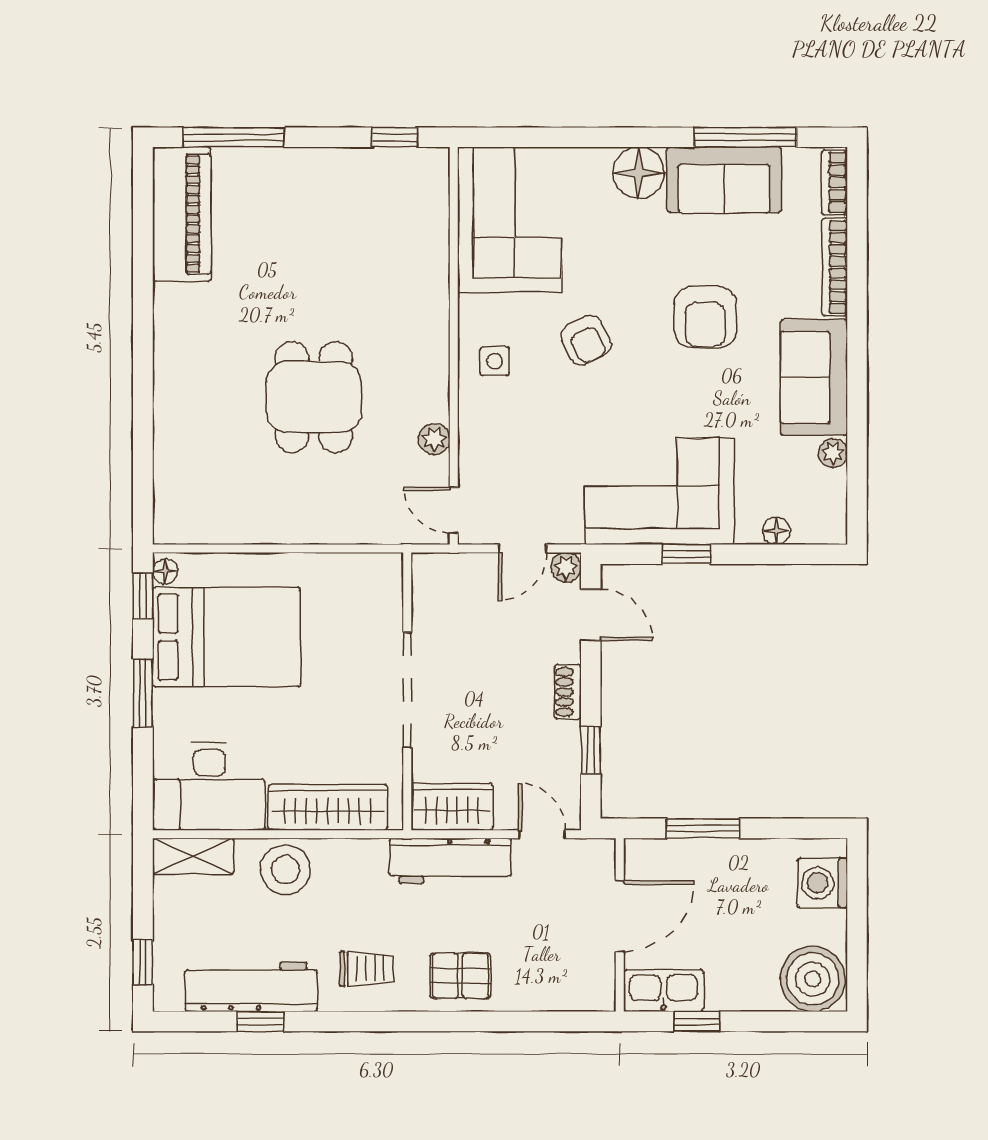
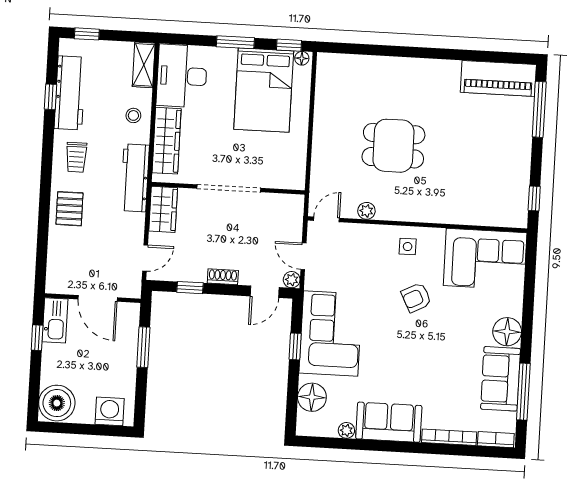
armchair: (705, 317) -> (425, 364), removed
floor lamp: (776, 531) -> (312, 397), width x1.89, depth x1.89
workbench: (450, 861) -> (135, 178), moved
stool: (285, 870) -> (133, 115), width x0.53, depth x0.53

